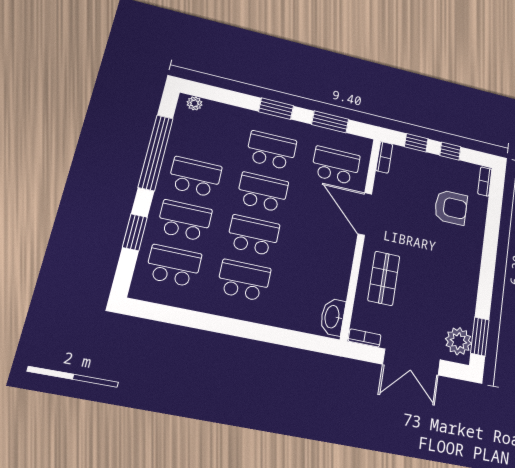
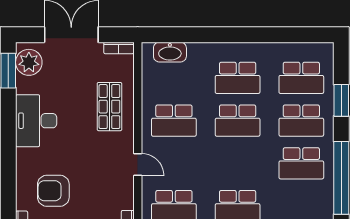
school desk: (263, 192) -> (174, 121), moved
door: (365, 214) -> (138, 164), width x0.53
desk: (459, 280) -> (36, 121), added
washbasin: (333, 317) -> (170, 52), moved, turned 90

